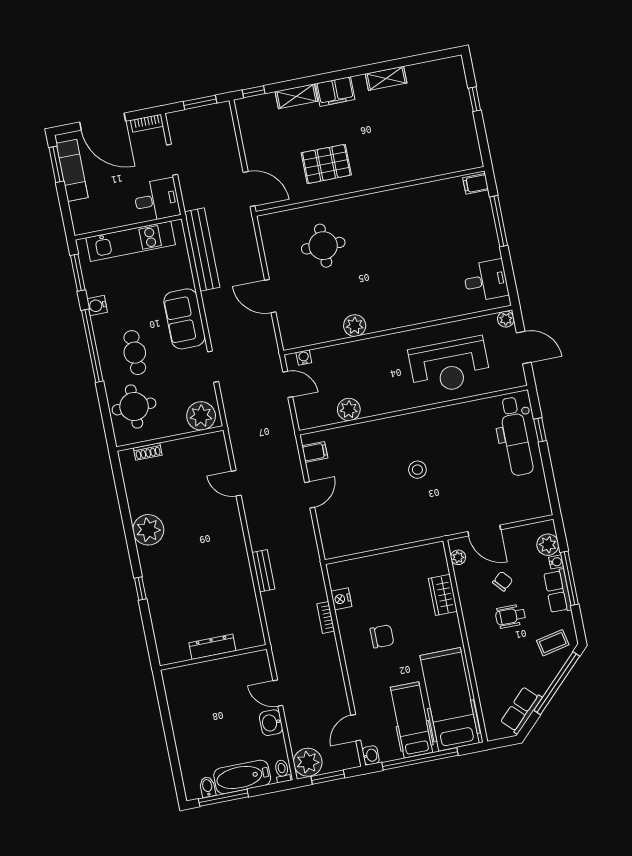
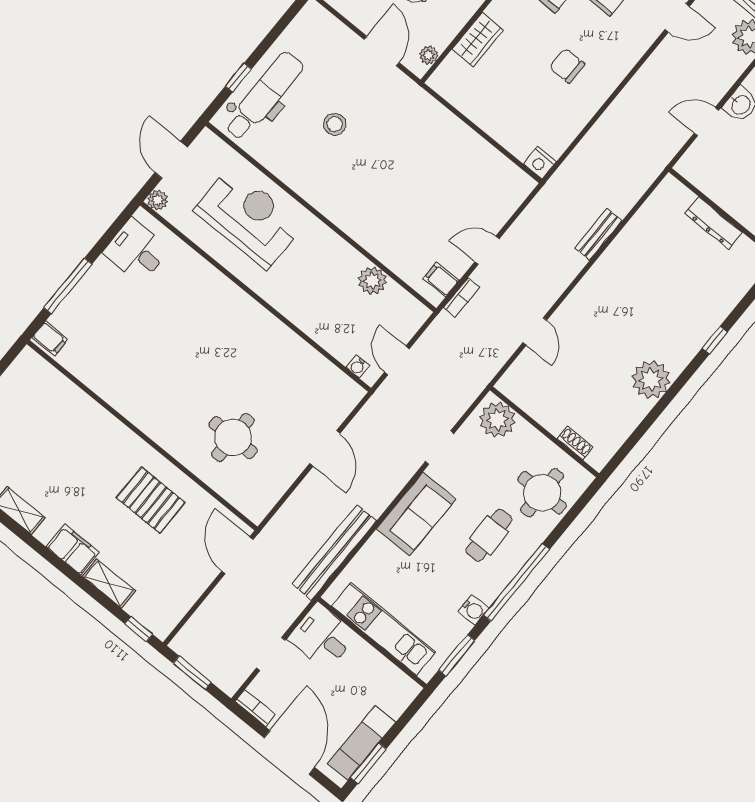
plant: (355, 326) -> (286, 342), removed
stool: (417, 470) -> (335, 124), moved
nightstand: (341, 599) -> (540, 163), moved, turned 90
bookcase: (326, 617) -> (462, 297), moved
door: (278, 693) -> (706, 122), swing flipped

